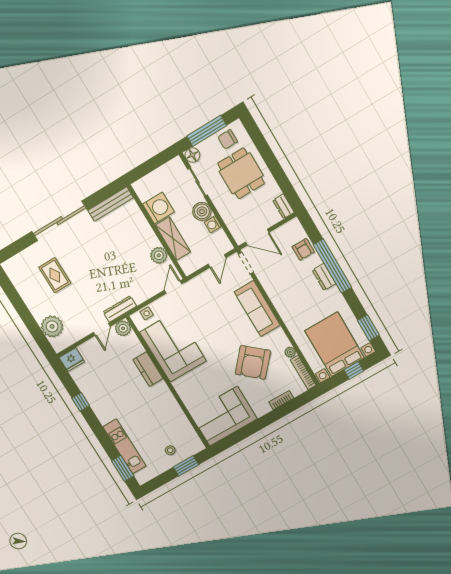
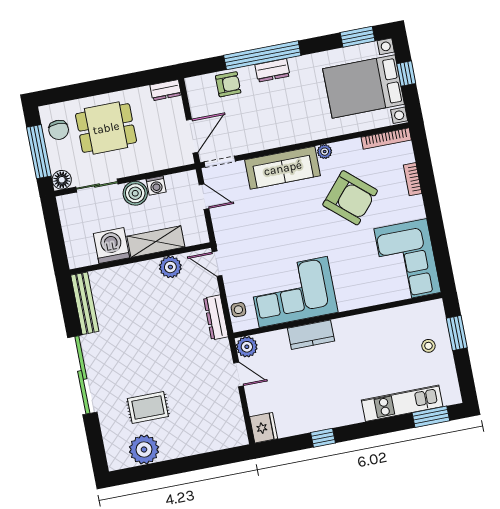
dresser: (120, 309) -> (216, 317), moved
plant: (52, 326) -> (144, 449), moved
plant: (290, 352) -> (325, 152), moved

